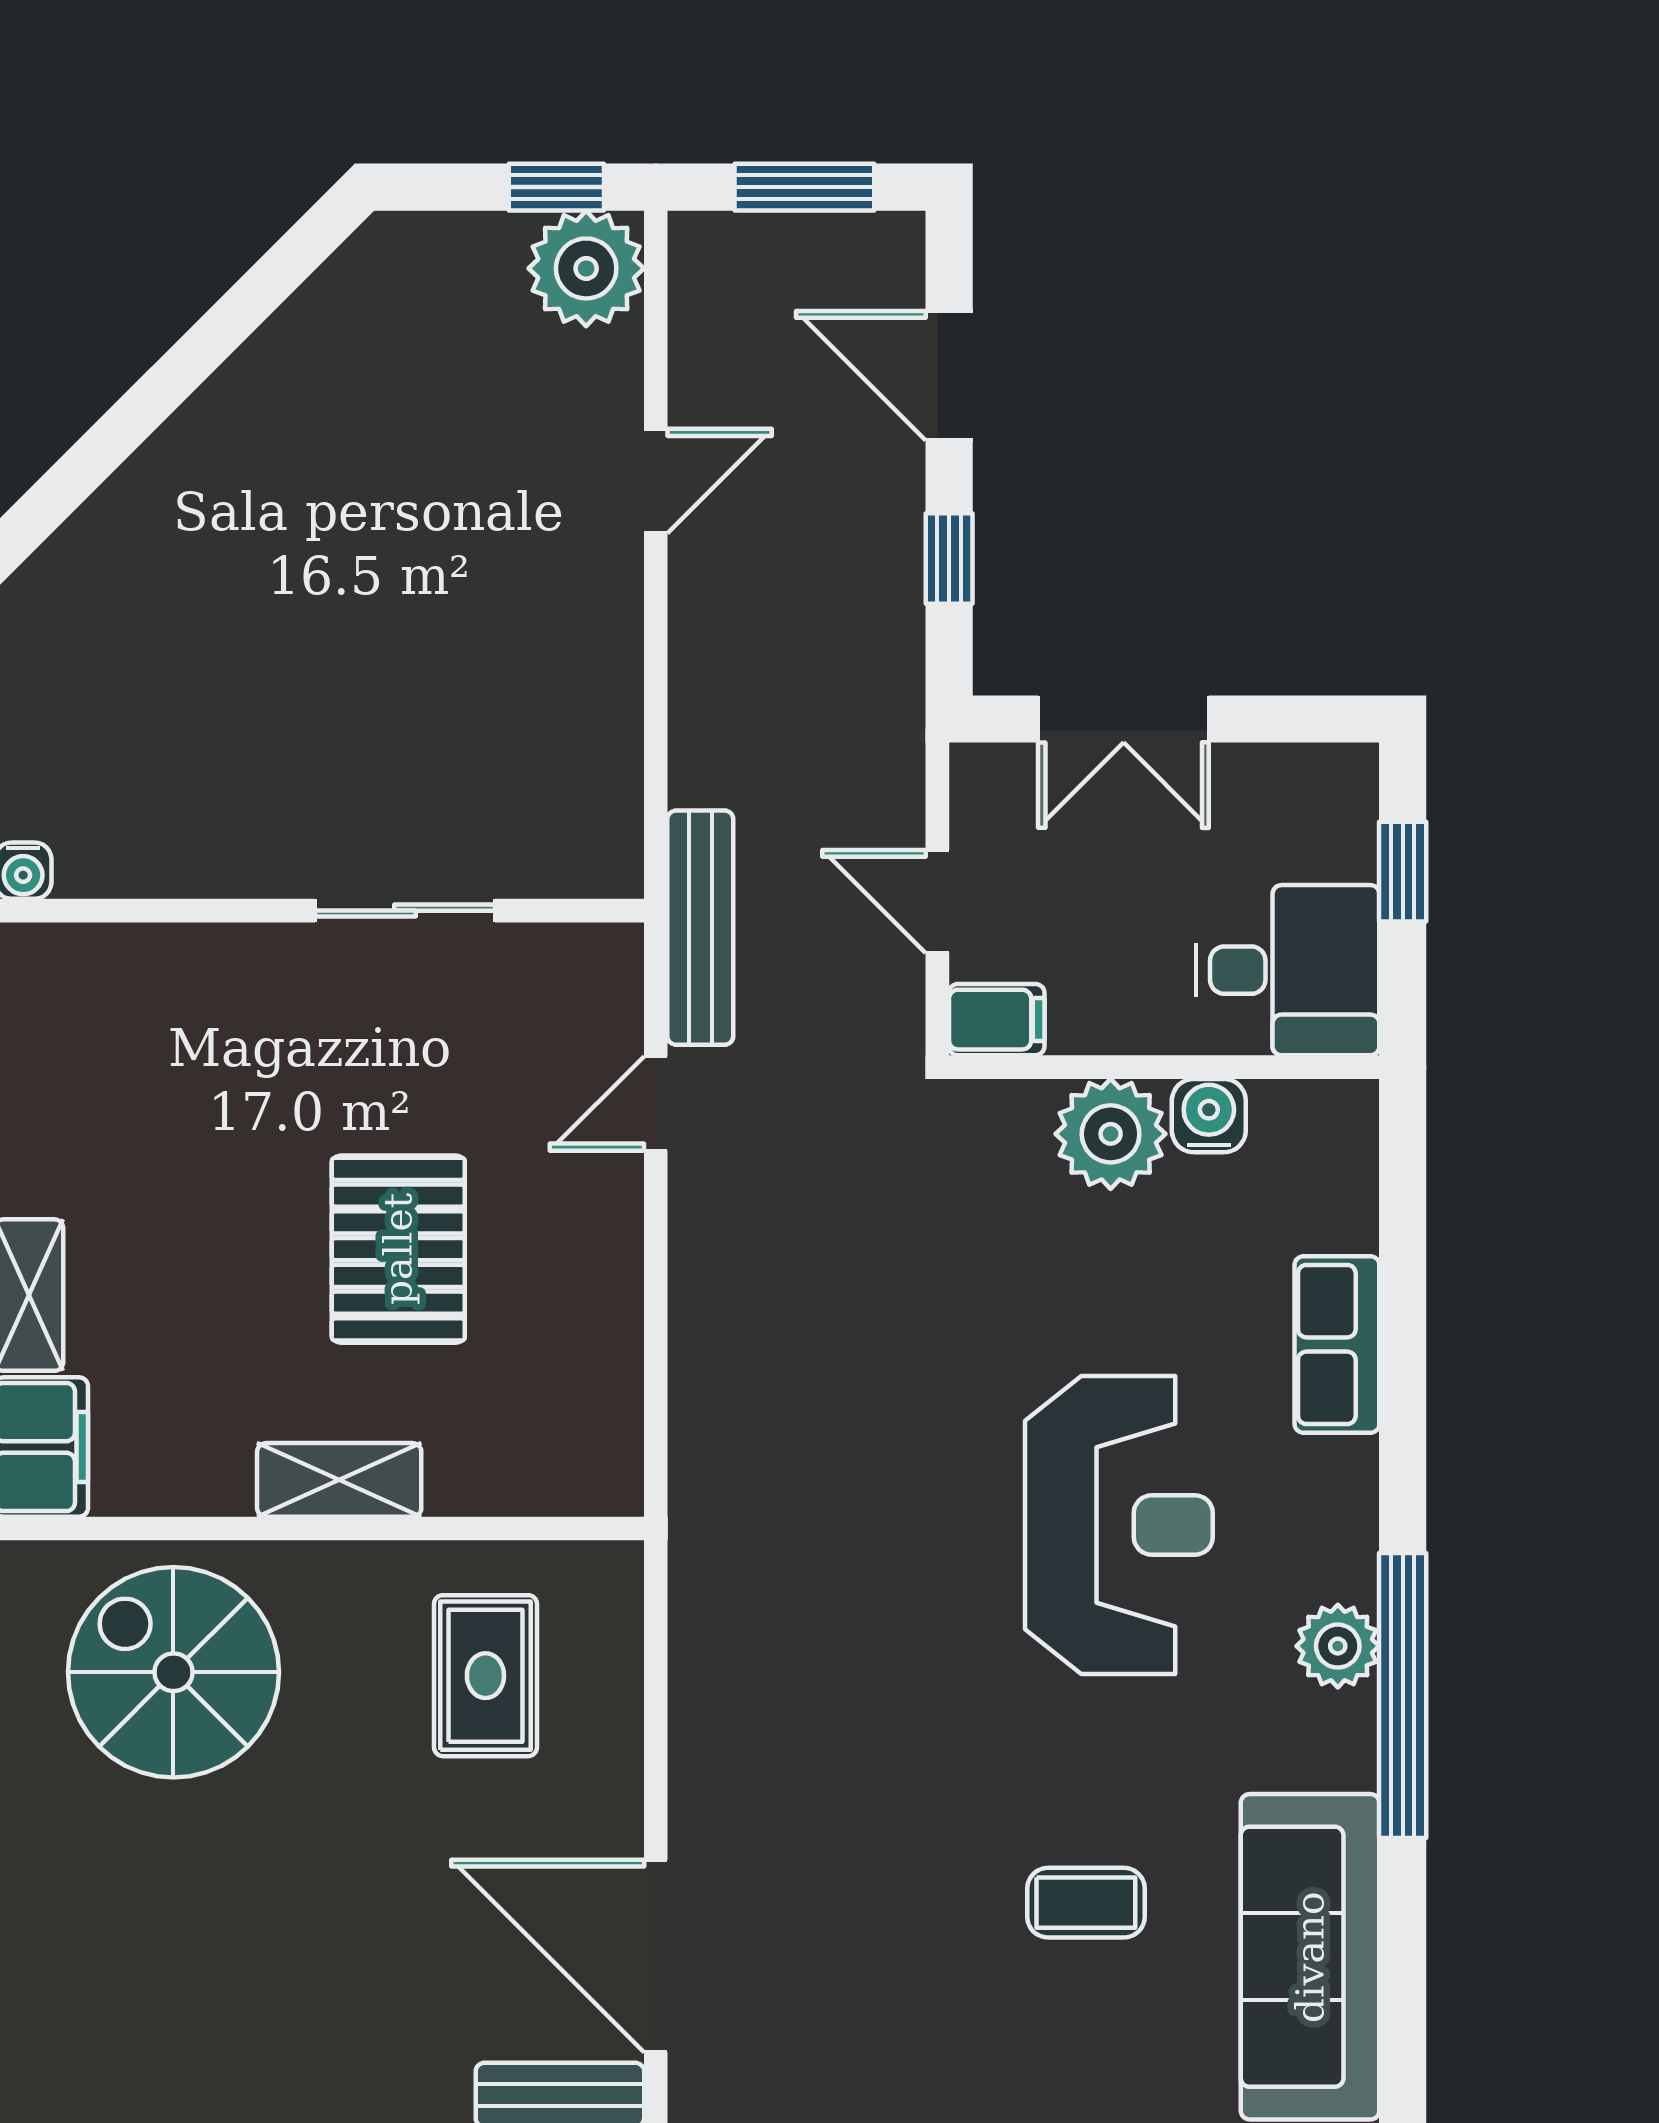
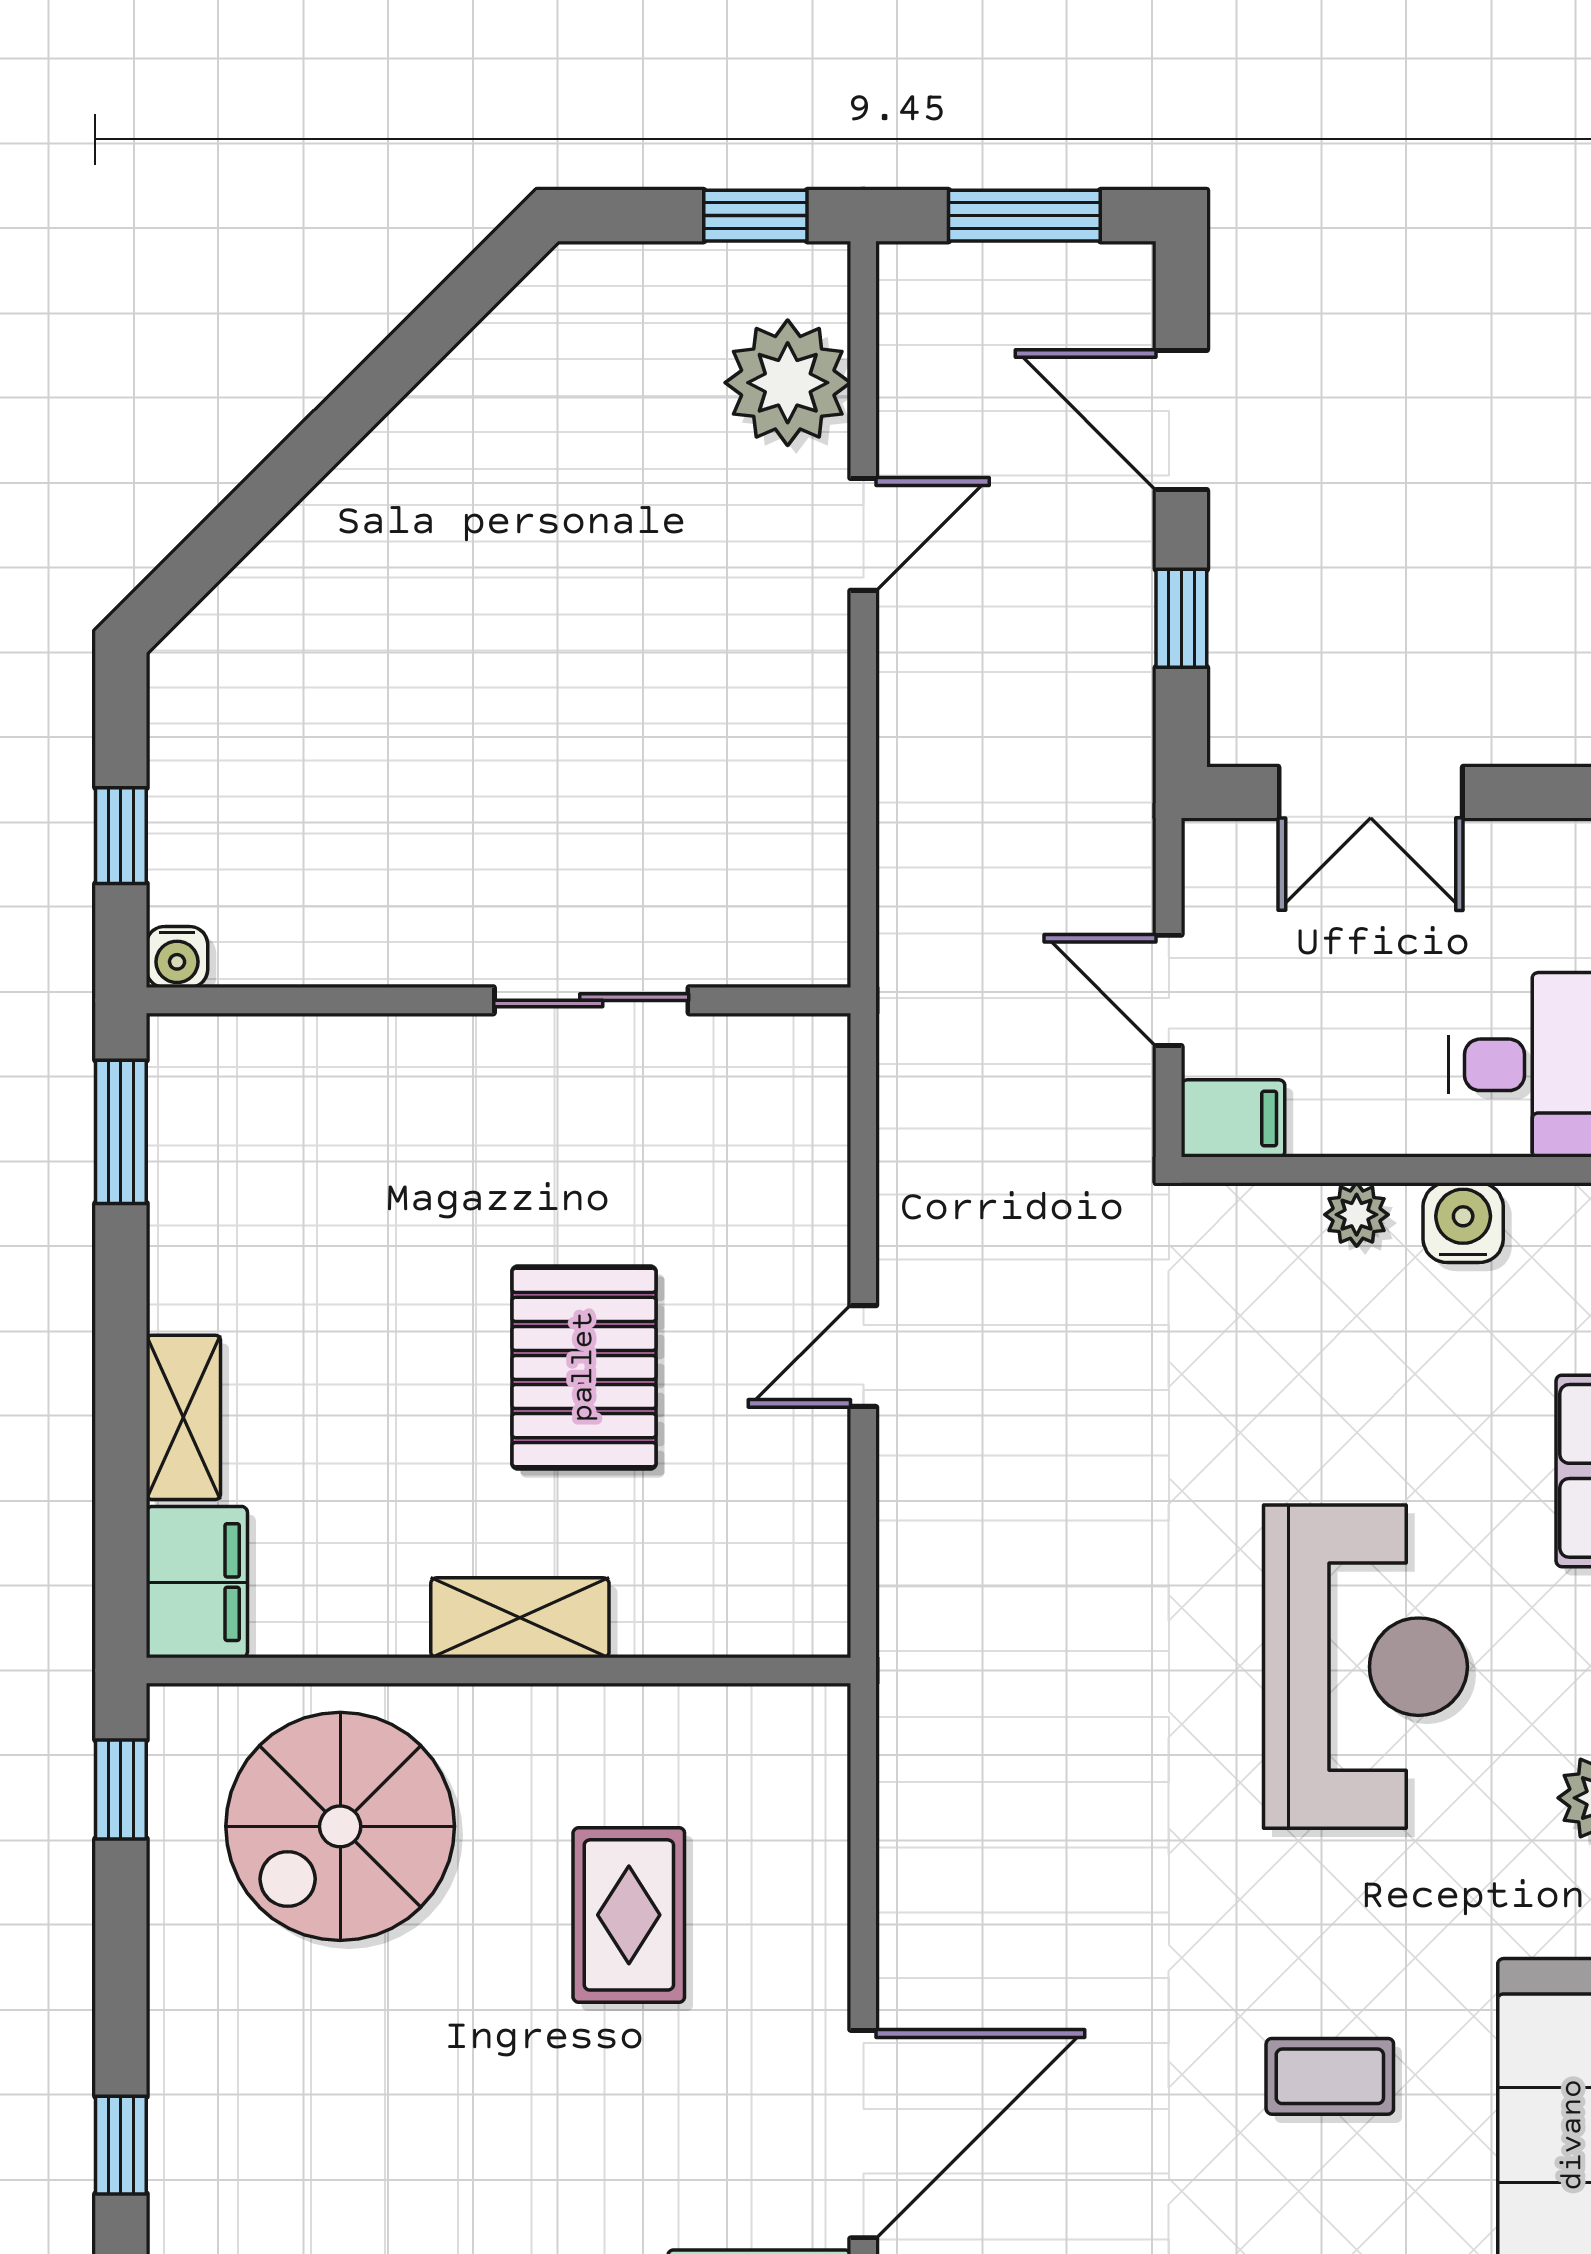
plant: (586, 268) -> (788, 383), moved
bench: (700, 928) -> (912, 1019), removed
door: (656, 1103) -> (863, 1356), moved
plant: (1111, 1134) -> (1357, 1215), width x0.53, depth x0.53
spiral stairs: (173, 1672) -> (340, 1826), turned -90
rug: (485, 1676) -> (629, 1915), moved
door: (656, 1956) -> (863, 2134), swing flipped

